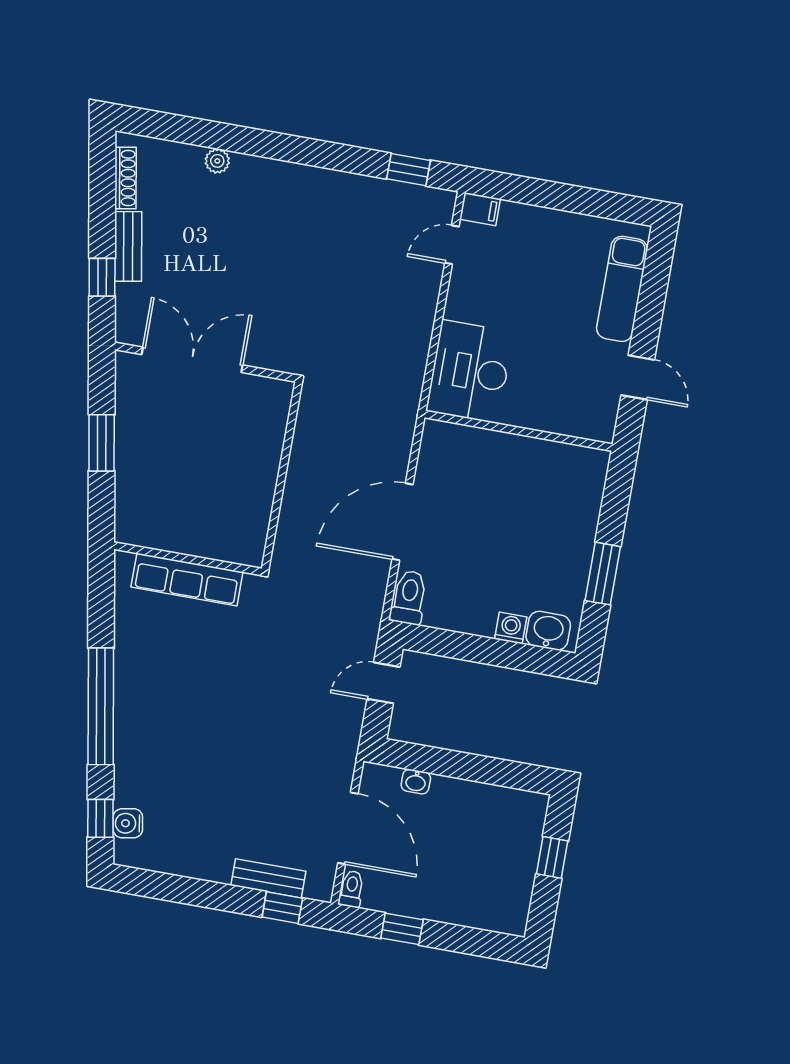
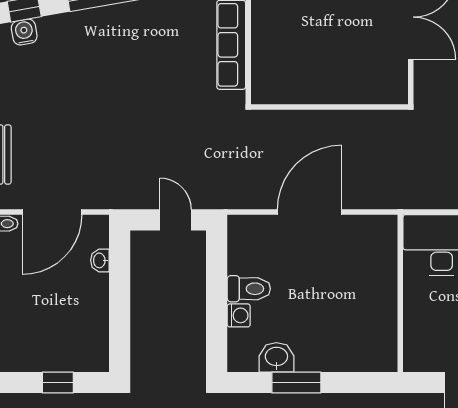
door: (403, 522) -> (309, 212), hinge flipped
toilet: (409, 597) -> (249, 289), moved
washbasin: (548, 631) -> (276, 357), moved, turned -90

